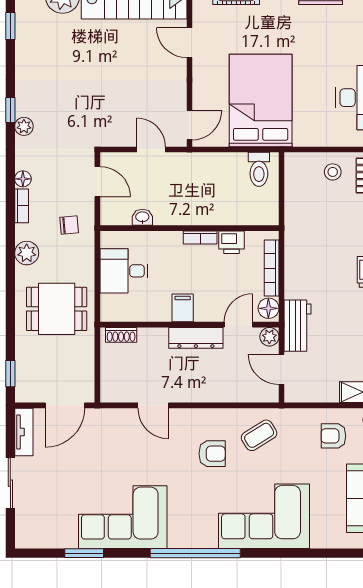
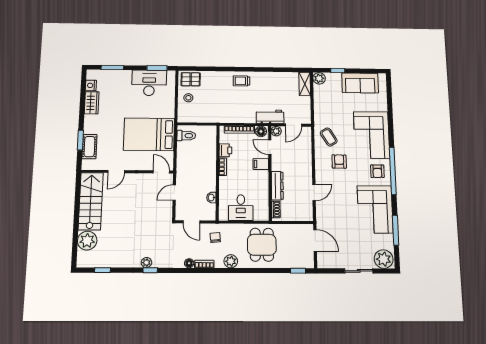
plant: (24, 126) -> (146, 263), moved
door: (97, 182) -> (191, 222), swing flipped
filing cabinet: (183, 308) -> (261, 164), moved
dresser: (196, 338) -> (277, 186), moved
tv unit: (24, 432) -> (330, 263), removed
armchair: (333, 436) -> (377, 171), moved
plant: (32, 529) -> (384, 259), added
window: (84, 553) -> (396, 230), width x1.44

